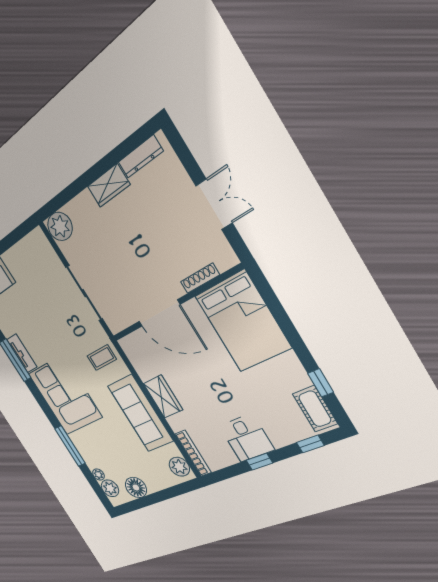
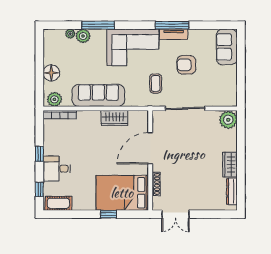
double door: (214, 204) -> (176, 214), moved
armchair: (40, 320) -> (186, 65), added
coffee table: (102, 358) -> (156, 83), moved
window: (321, 383) -> (109, 214), moved
wardrobe: (163, 397) -> (114, 118), moved
desk: (247, 438) -> (57, 169), moved
floor lamp: (136, 487) -> (51, 73), moved
plant: (110, 488) -> (83, 36), moved

